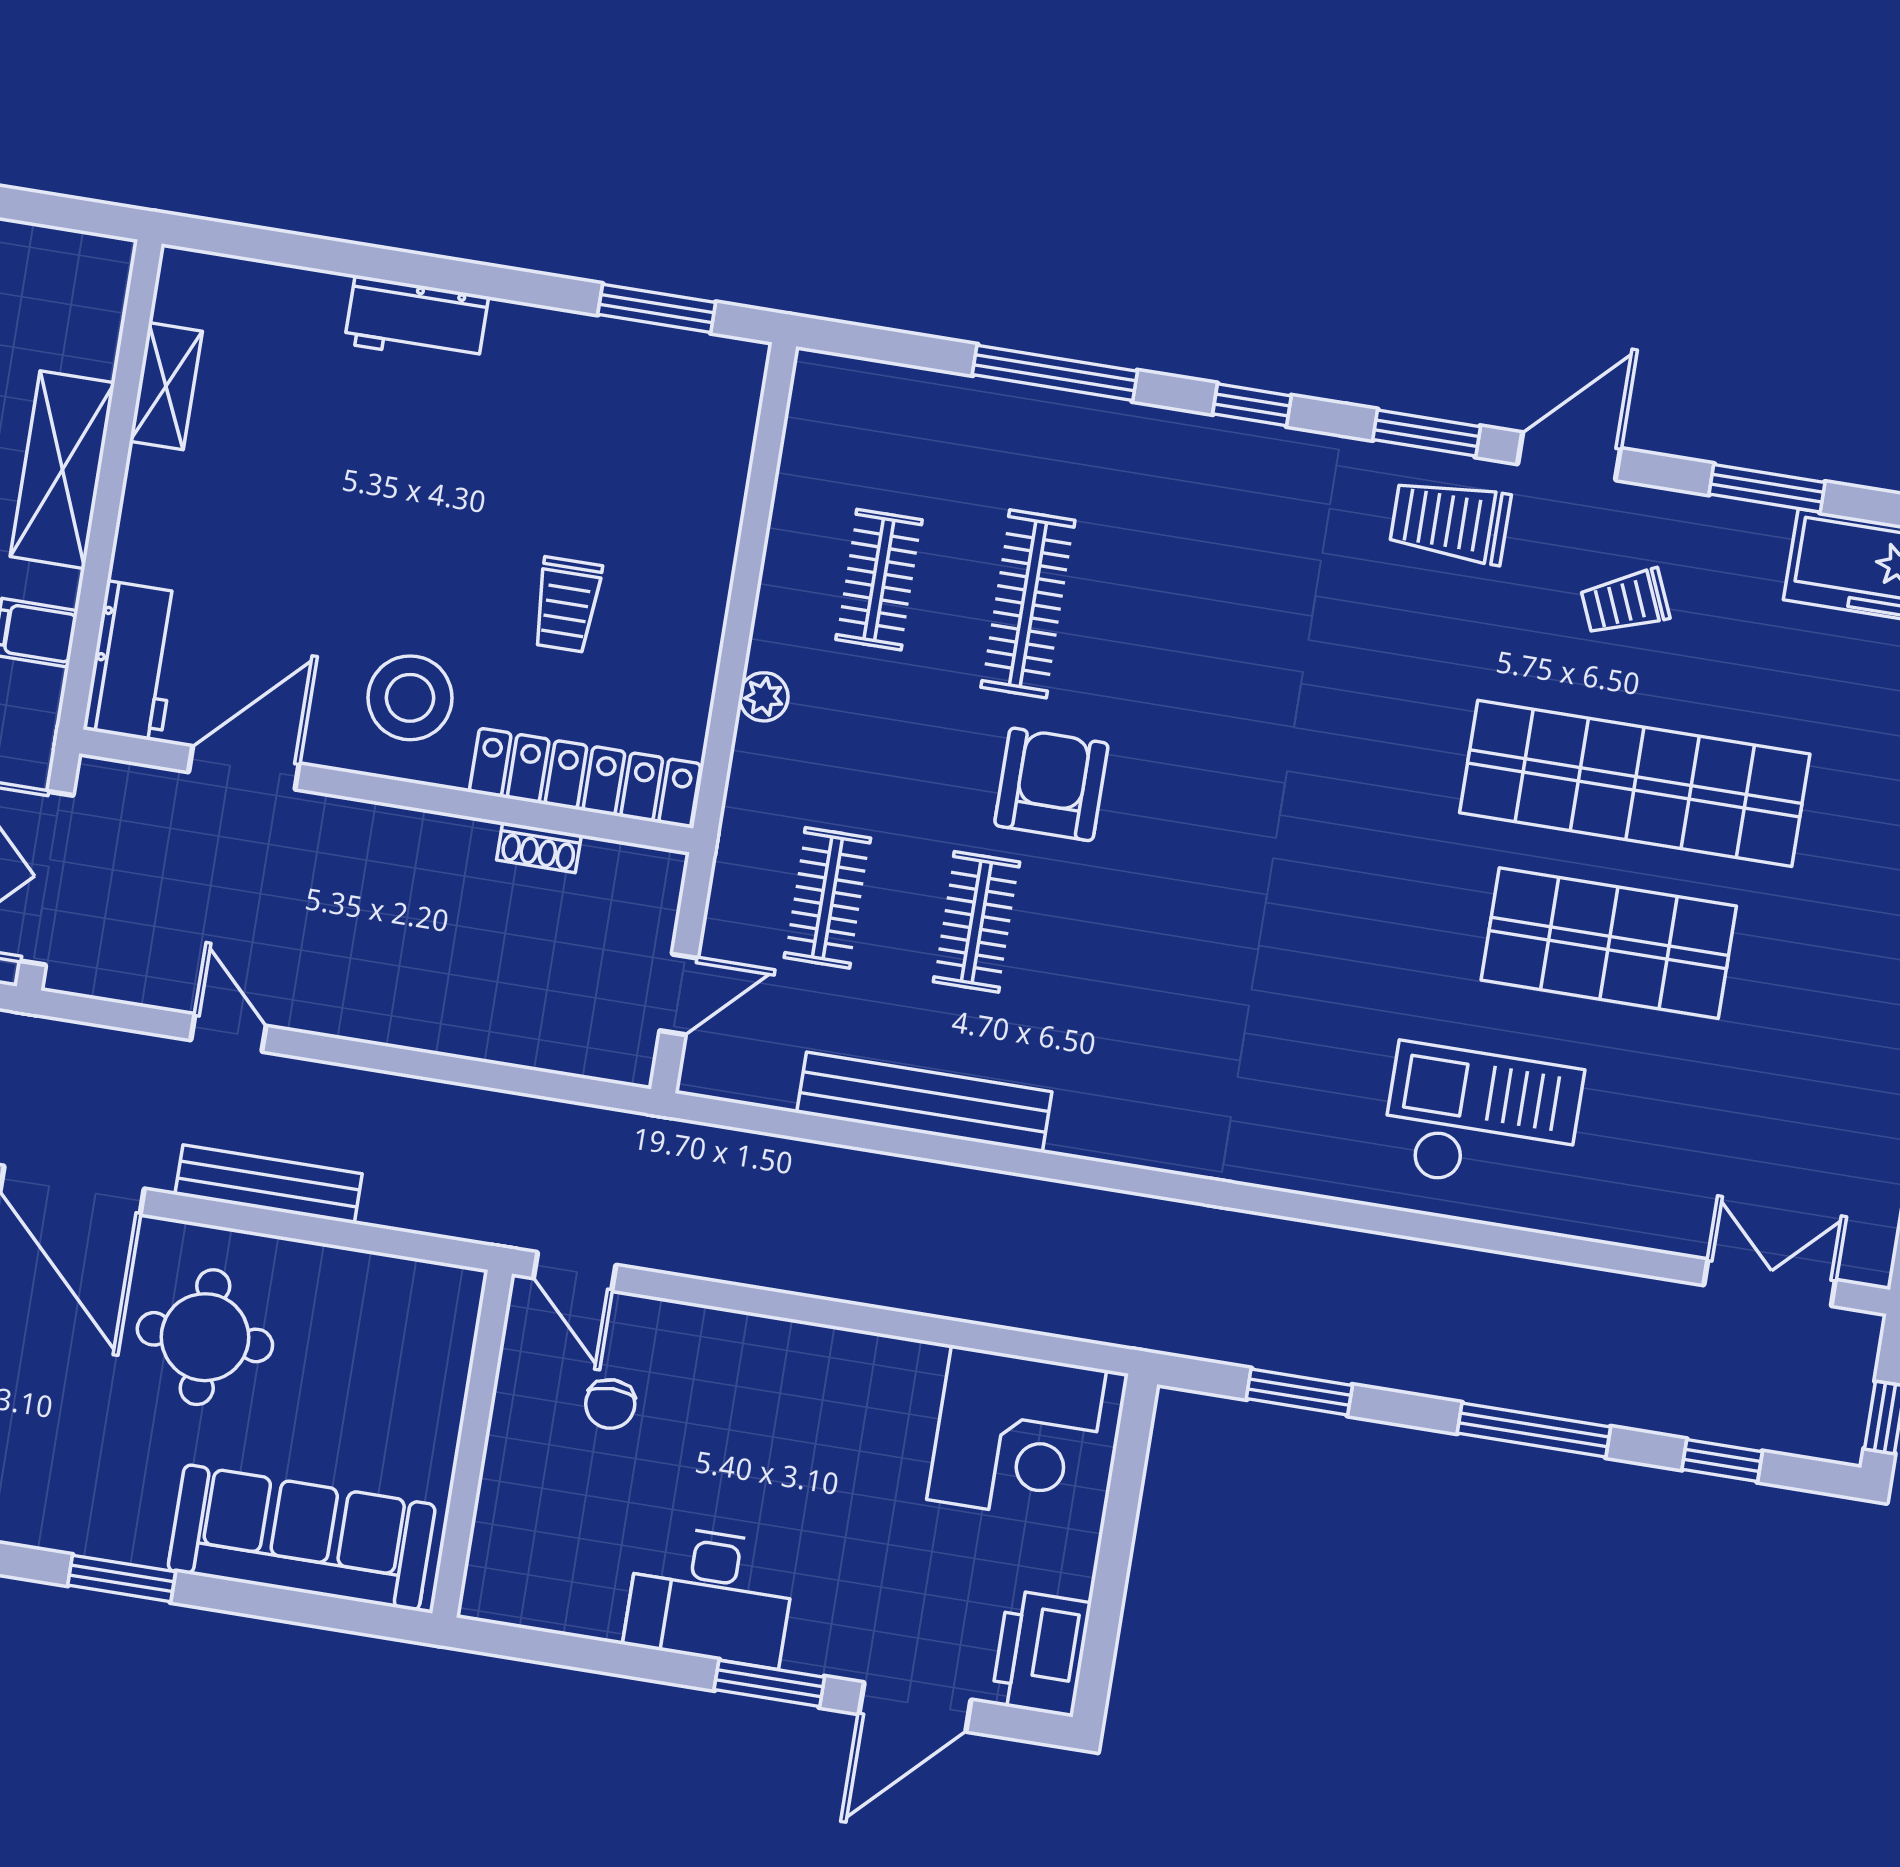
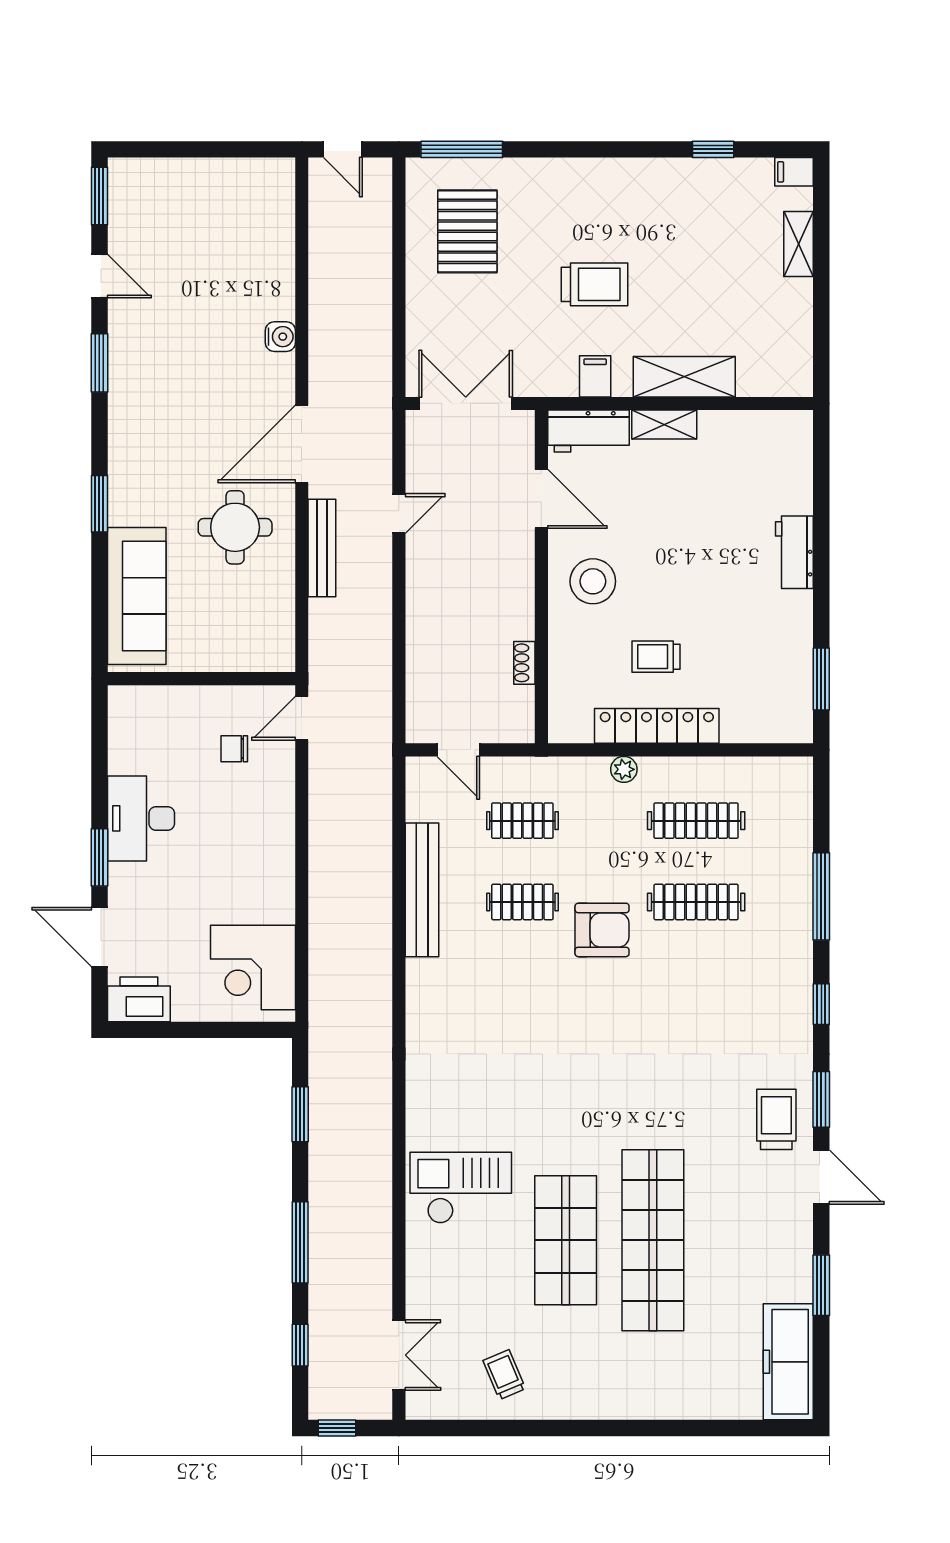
shelving: (166, 386) -> (664, 425), moved
clothes rail: (879, 580) -> (696, 821), width x1.36
trolley: (1625, 602) -> (504, 1375), moved
locker: (585, 778) -> (657, 726), moved, turned -90
checkout: (1482, 1120) -> (461, 1188), turned -90

